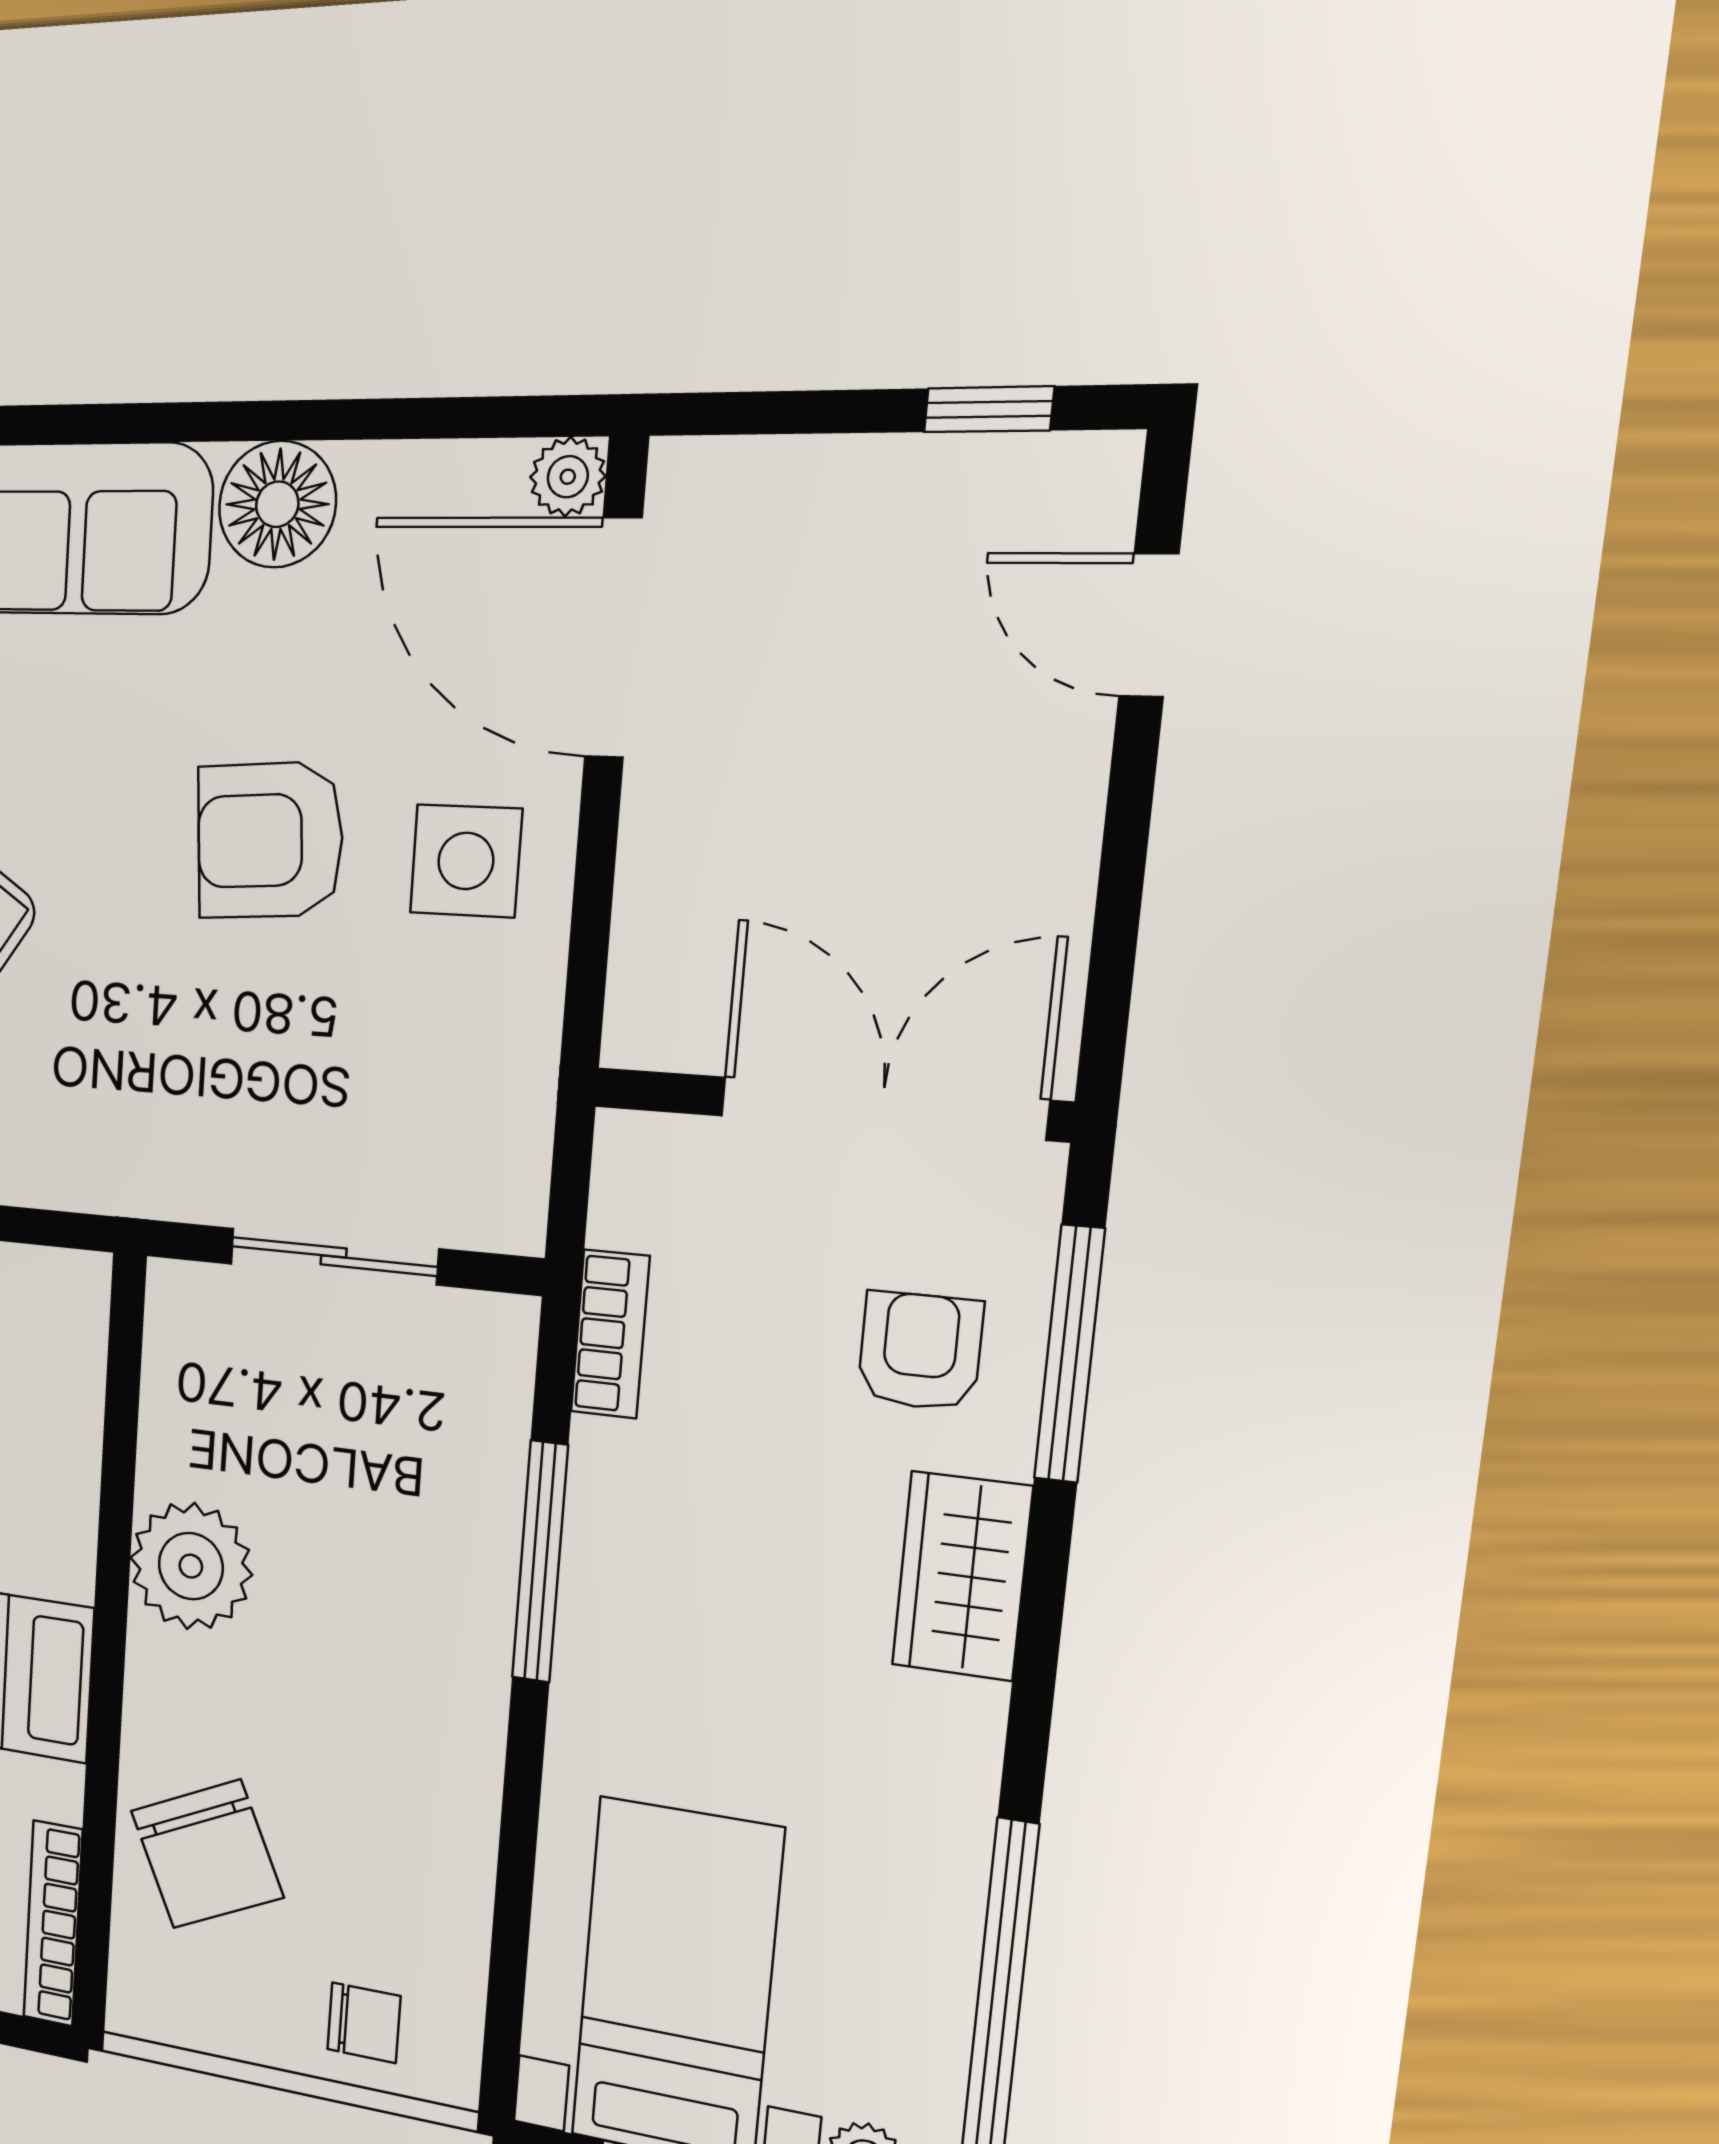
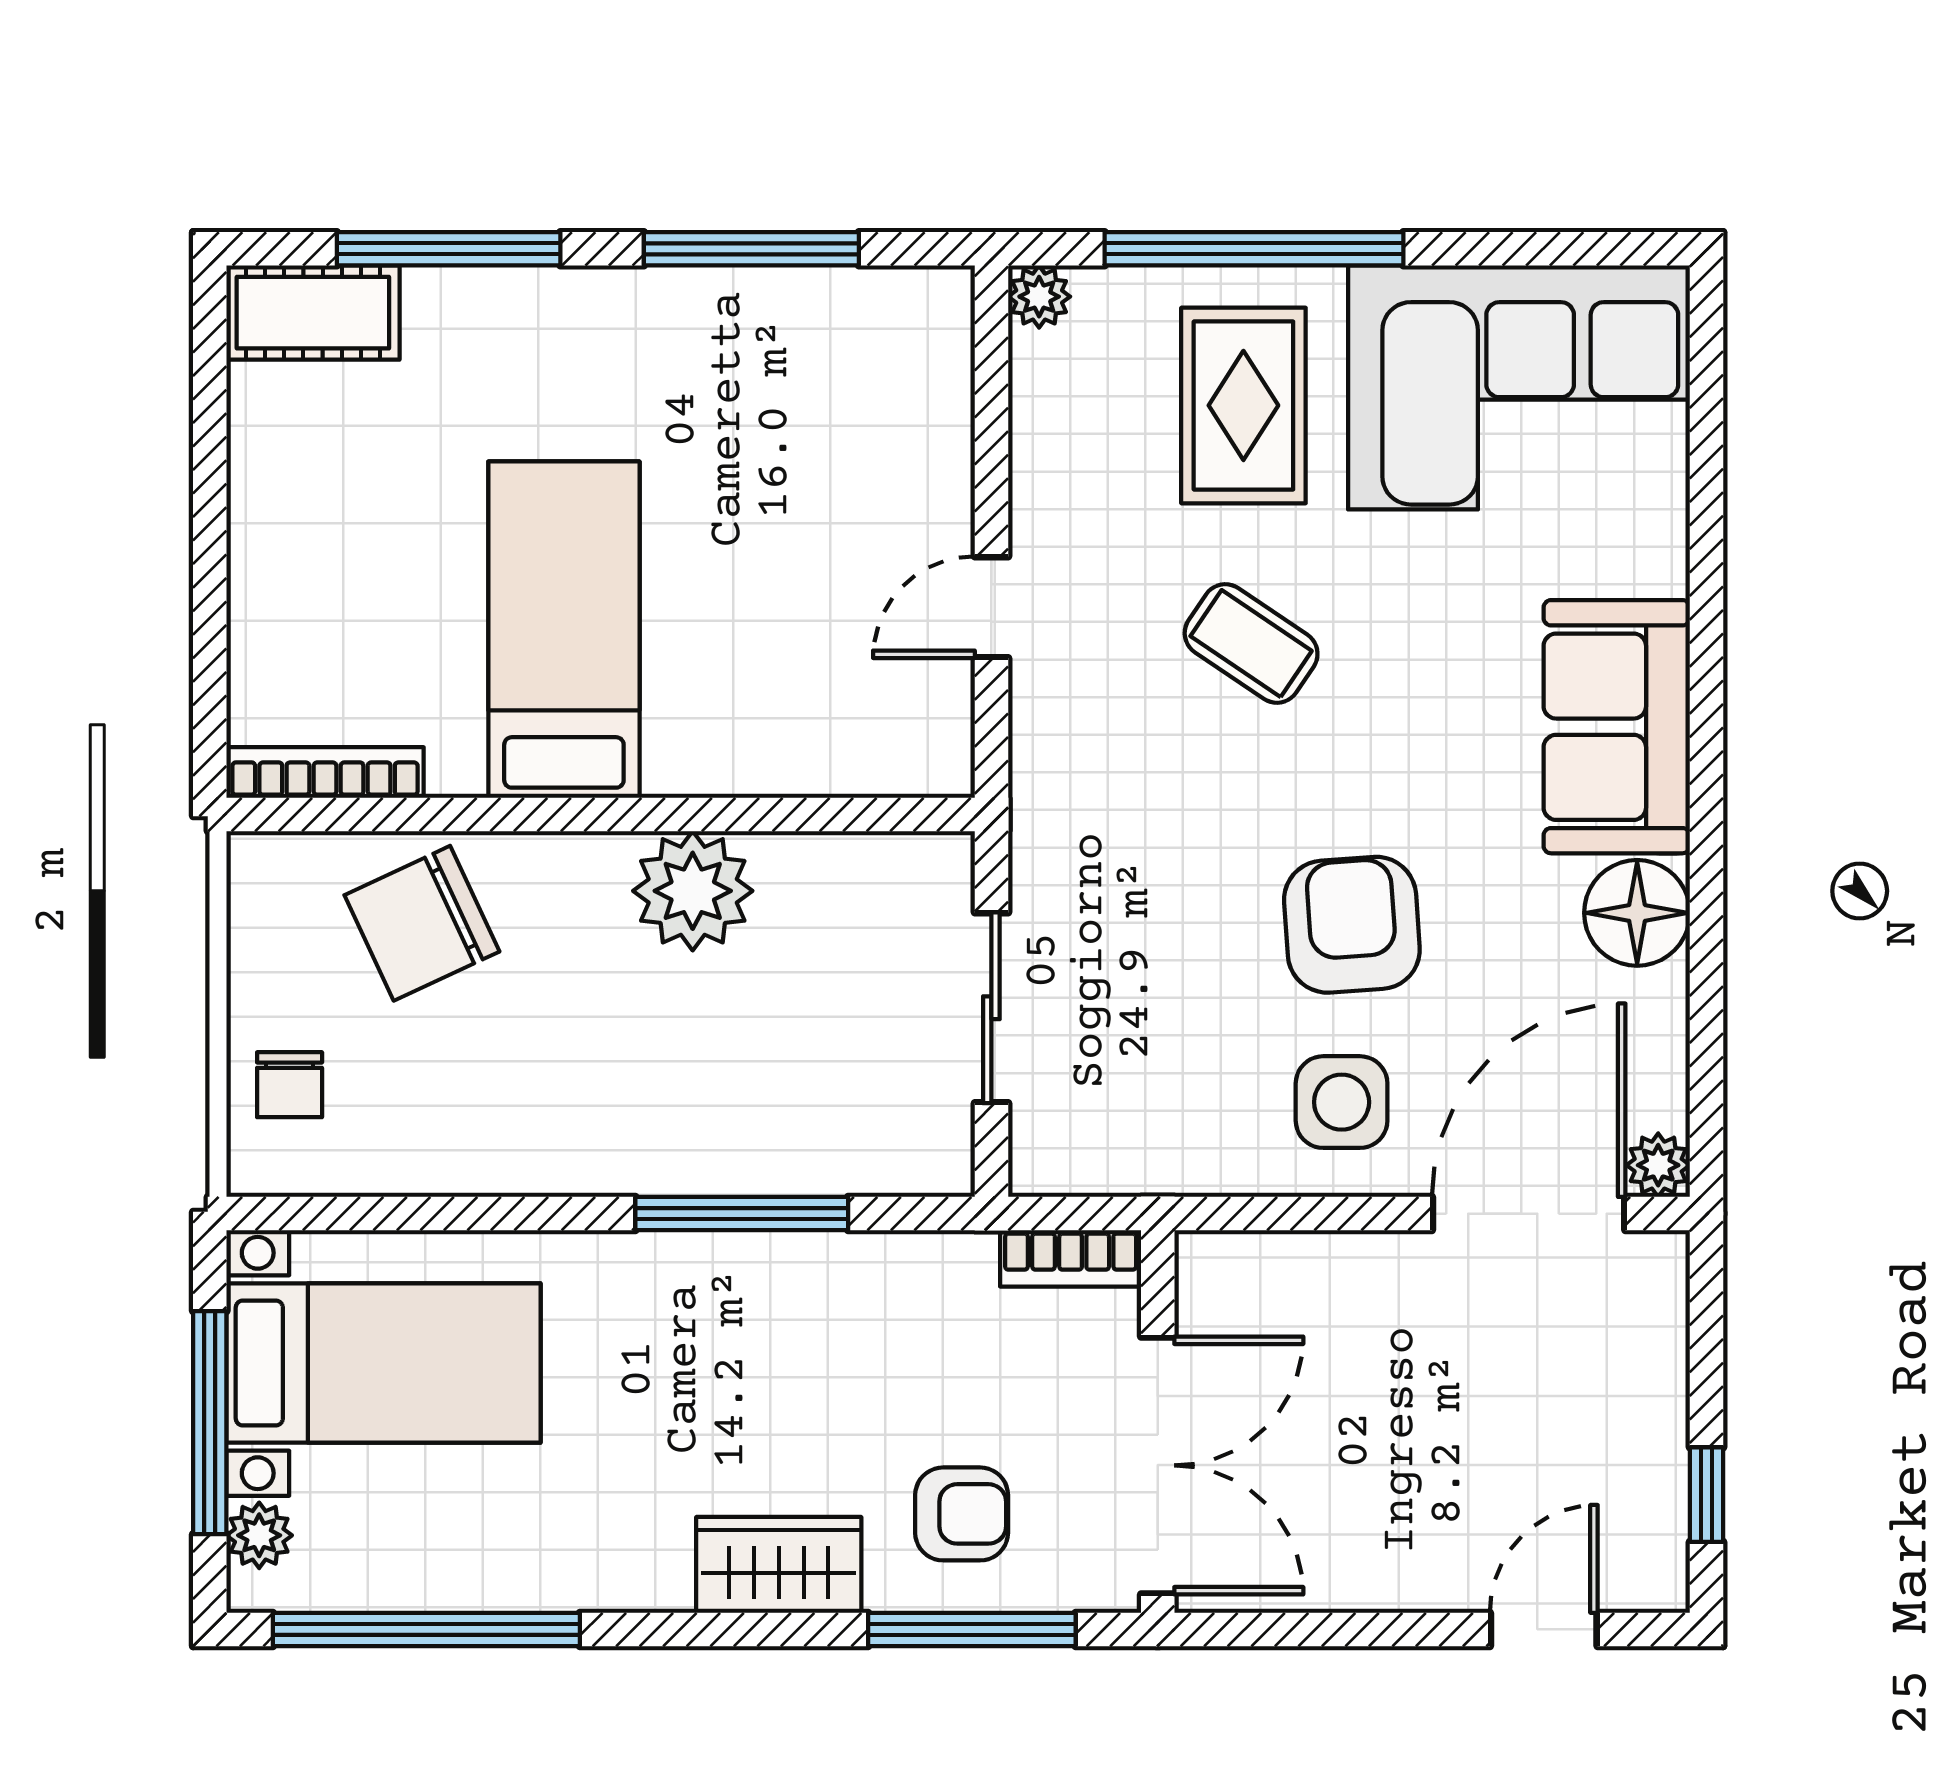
bookcase: (610, 1334) -> (1071, 1258), moved

